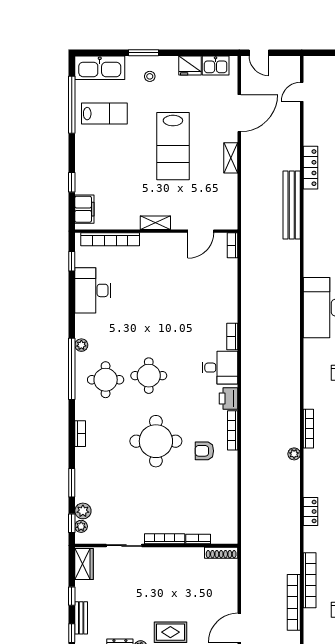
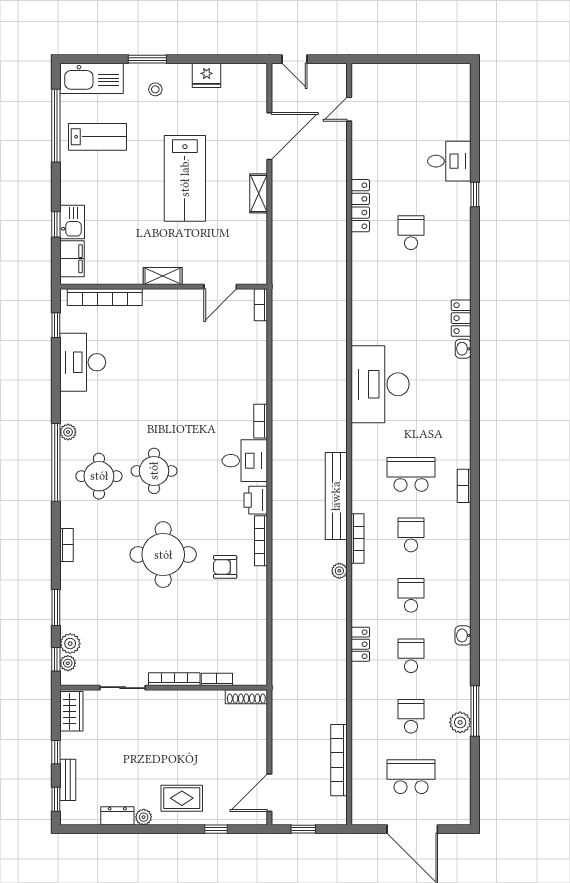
kitchen sink: (216, 65) -> (72, 222), moved, turned -90
bench: (292, 205) -> (336, 496), moved
bookcase: (310, 580) -> (359, 732), removed

